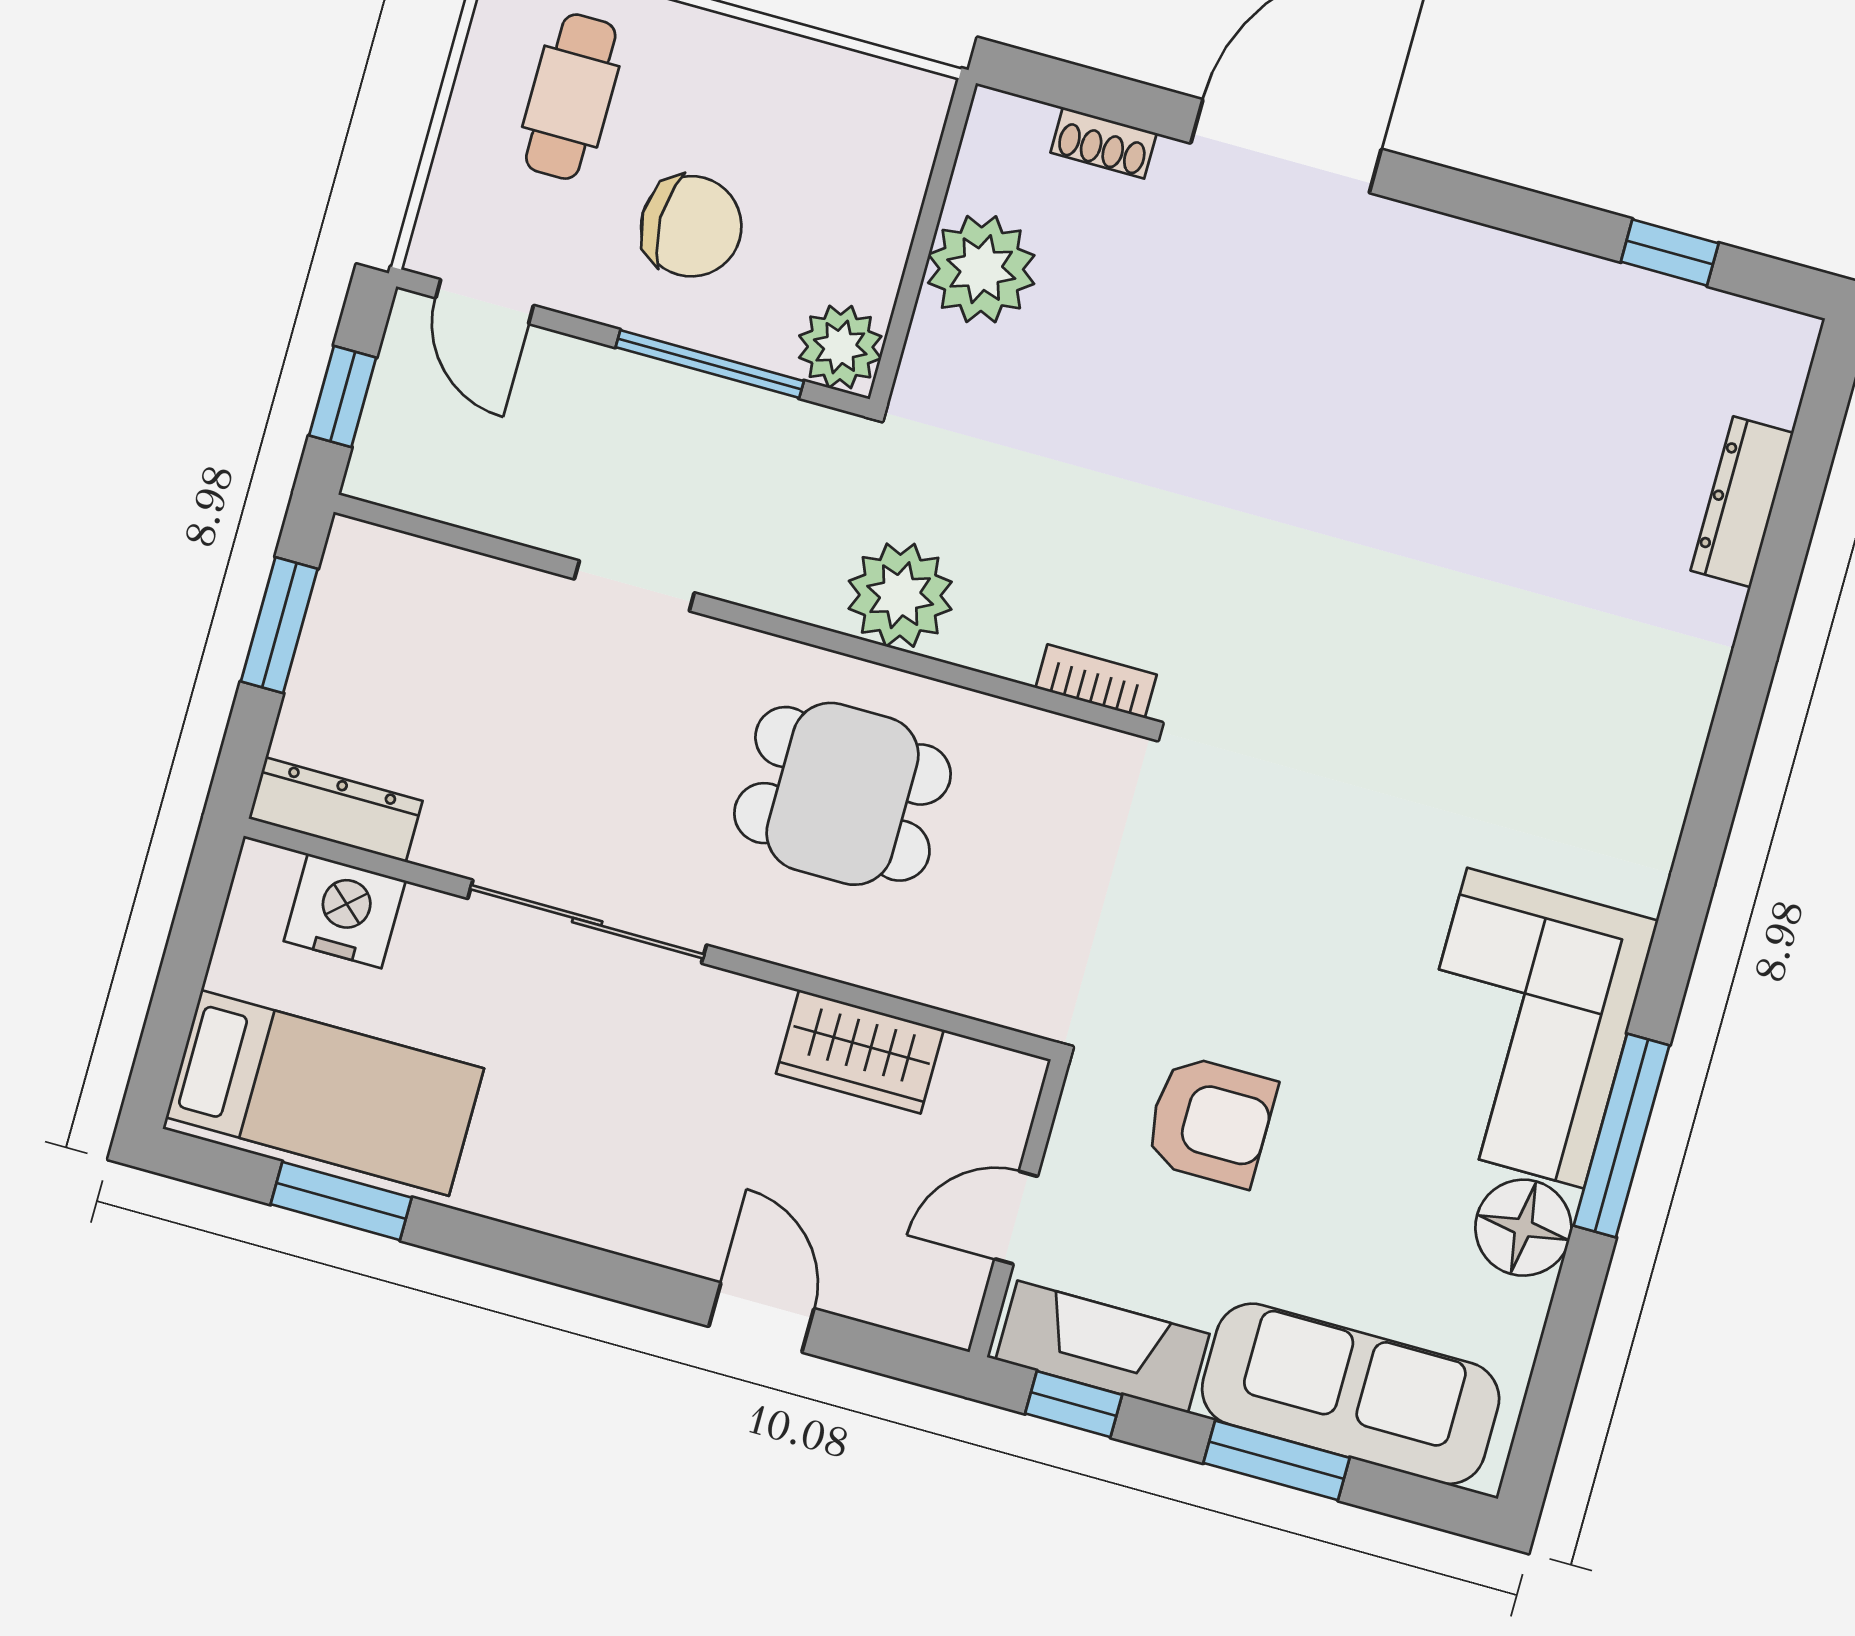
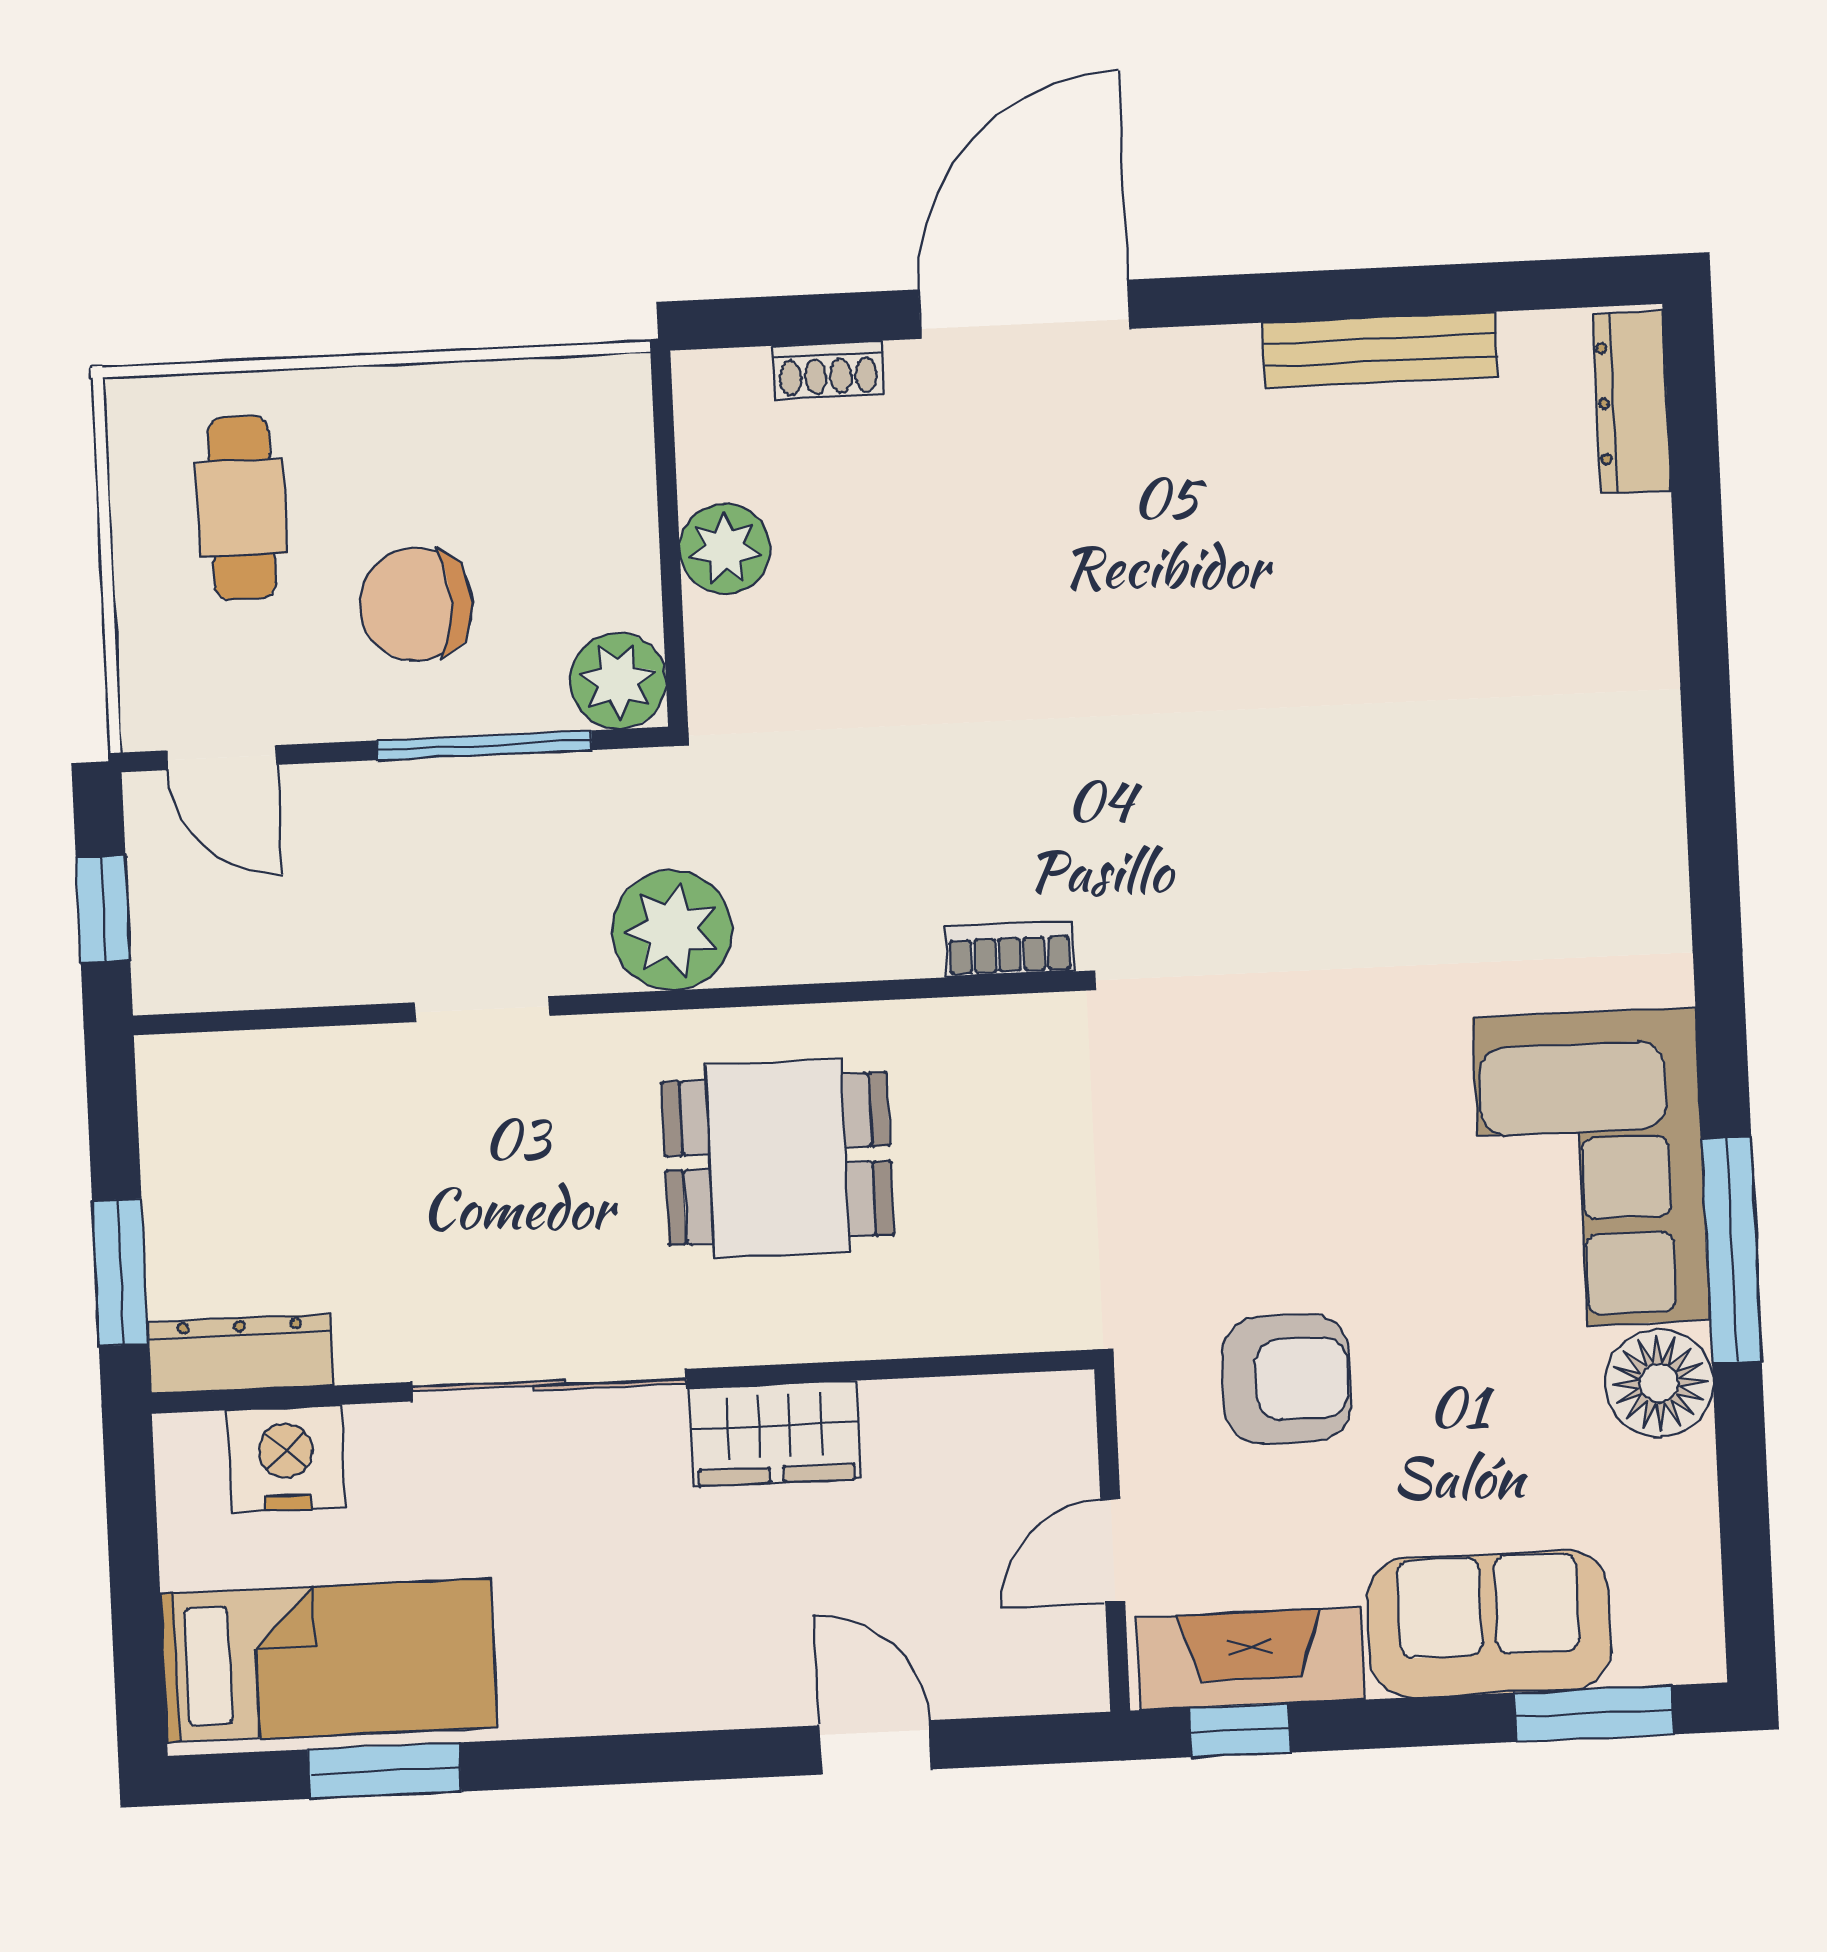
chair: (691, 226) -> (416, 604), turned 180
window: (1670, 253) -> (1472, 288), removed
plant: (981, 269) -> (725, 549), width x0.73, depth x0.73
bench: (1574, 279) -> (1380, 350), added
dresser: (1742, 502) -> (1632, 402), moved
plant: (900, 595) -> (672, 930), moved
window: (279, 625) -> (120, 1272), moved
wardrobe: (860, 1052) -> (775, 1434), moved
sofa: (1351, 1394) -> (1489, 1624), width x0.73
window: (1277, 1460) -> (1594, 1713), moved

